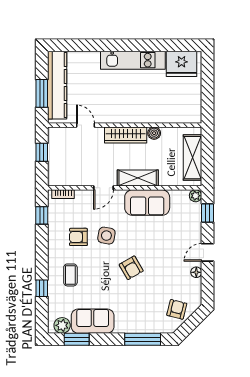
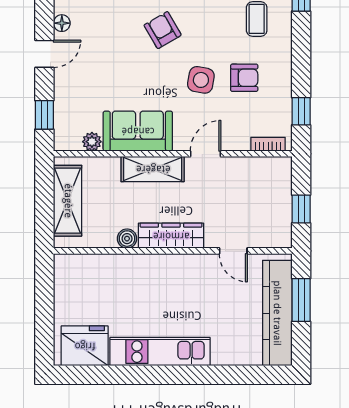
plant: (196, 196) -> (92, 142), moved

